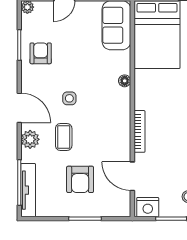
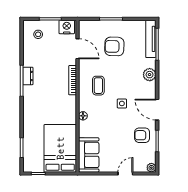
armchair: (41, 53) -> (142, 135), turned 90
door: (19, 108) -> (157, 110), moved
coffee table: (64, 137) -> (98, 86), moved
armchair: (80, 179) -> (114, 46), turned -88

